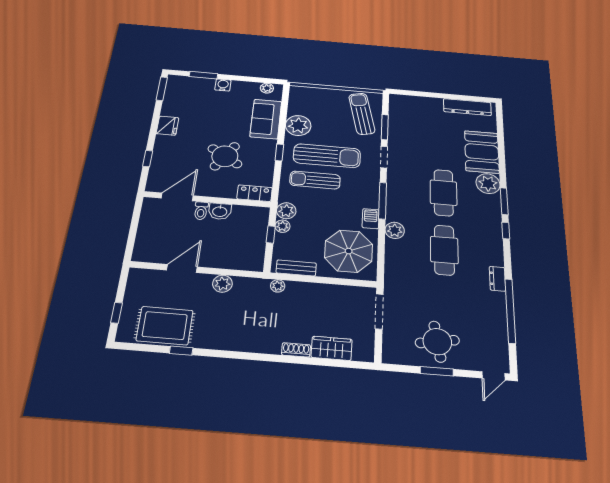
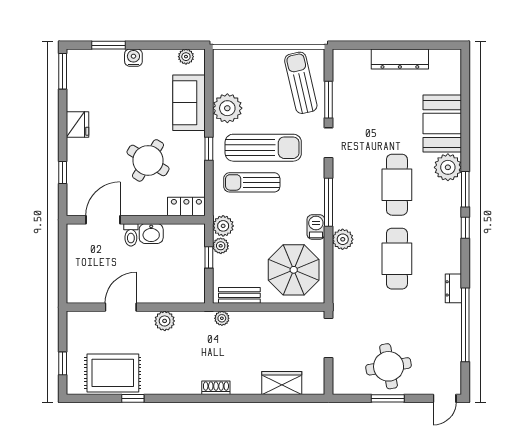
dresser: (467, 107) -> (400, 59), moved
shoe rack: (296, 350) -> (216, 388), moved

